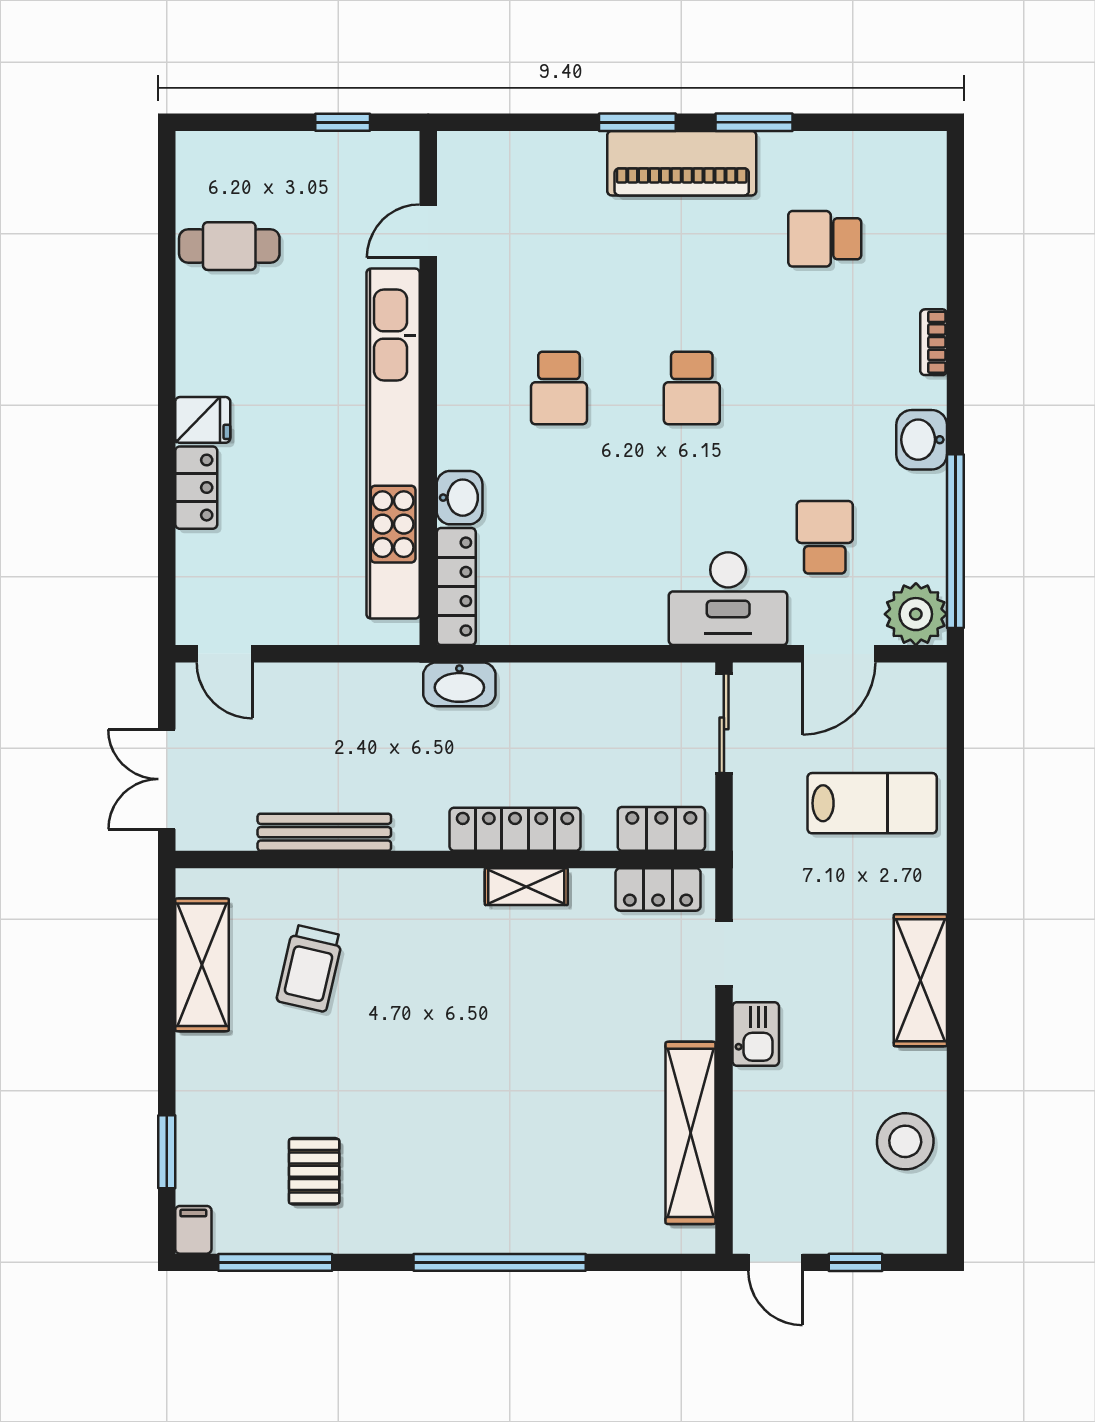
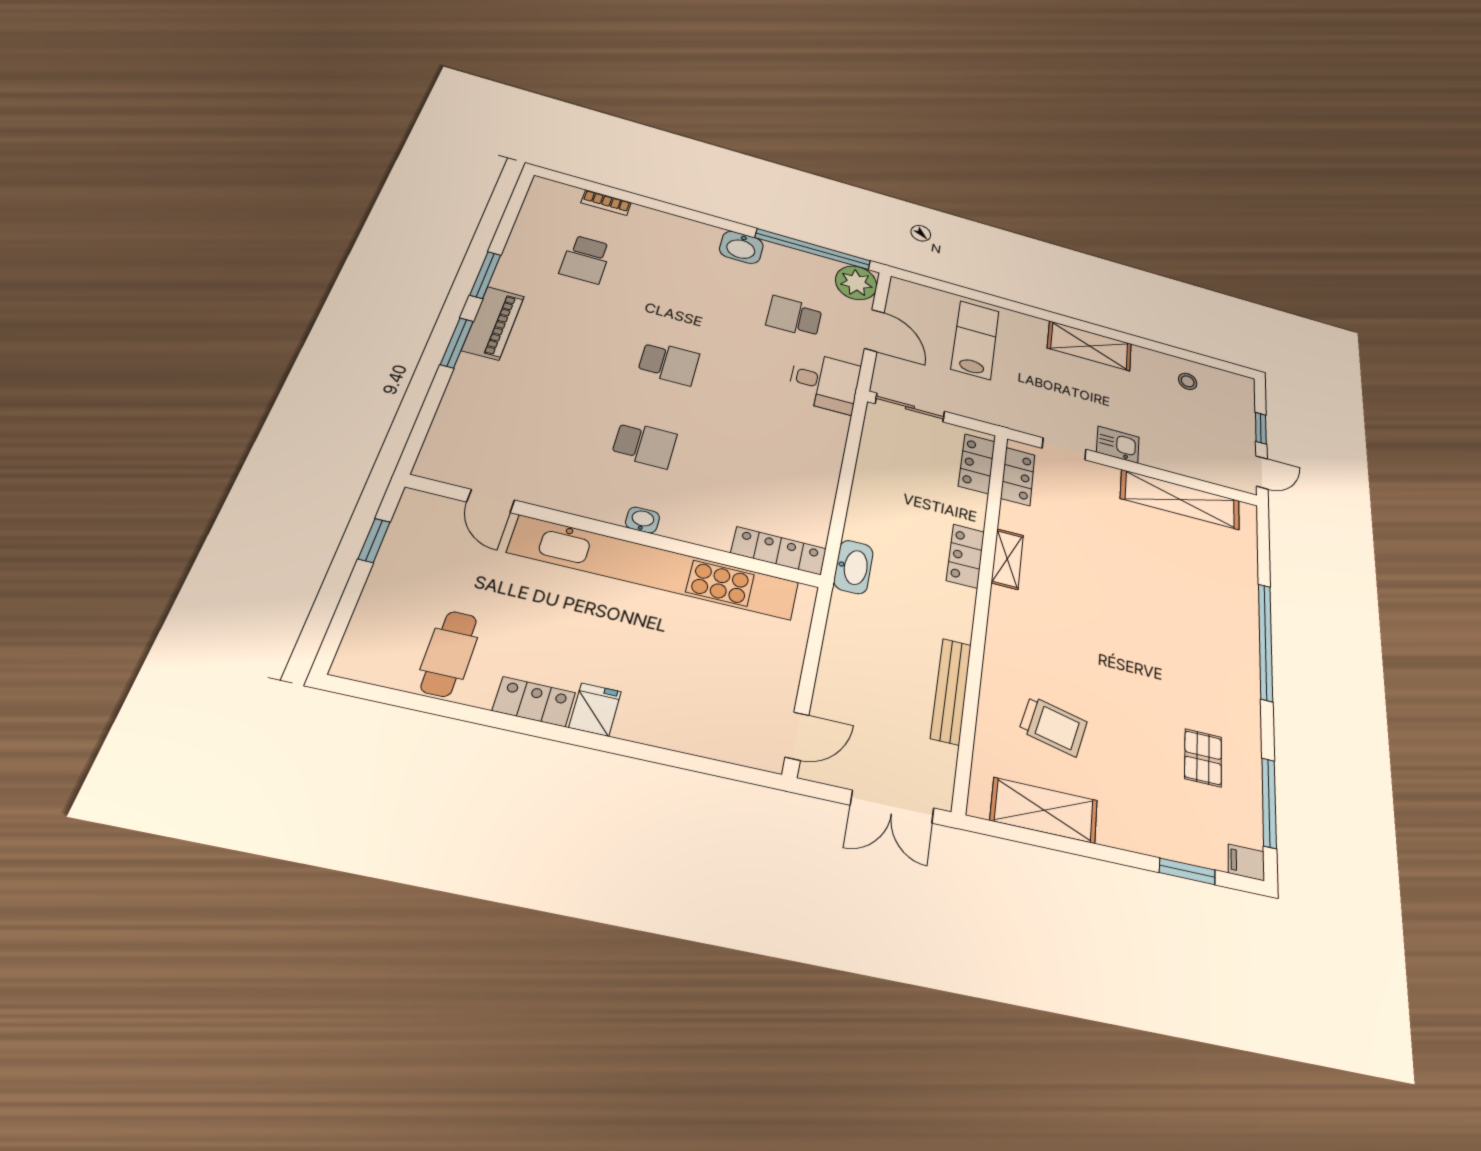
piano: (682, 163) -> (493, 323), width x0.73, depth x0.75
bookcase: (934, 342) -> (606, 203), moved
locker: (196, 488) -> (534, 702), moved
washbasin: (460, 498) -> (643, 520), moved, width x0.72, depth x0.69
desk: (728, 599) -> (824, 382), width x0.73
locker: (515, 829) -> (966, 556), width x0.66
stool: (905, 1141) -> (1188, 381), width x0.53, depth x0.53
pallet: (314, 1171) -> (1203, 758), turned 90

